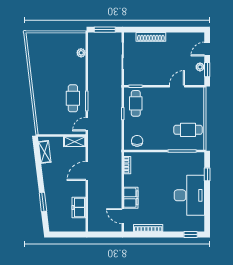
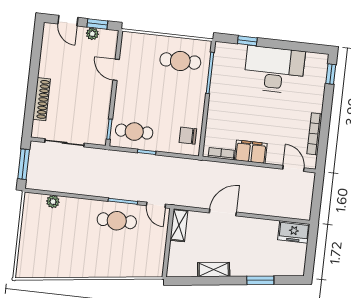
cafe table: (188, 130) -> (180, 61), turned 90
shelving: (45, 152) -> (214, 270), moved
door: (87, 171) -> (223, 212), swing flipped
filing cabinet: (131, 198) -> (251, 152), moved
freezer: (79, 207) -> (294, 232), moved
door: (123, 216) -> (293, 168), swing flipped

